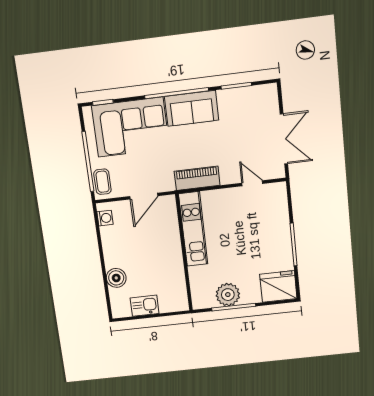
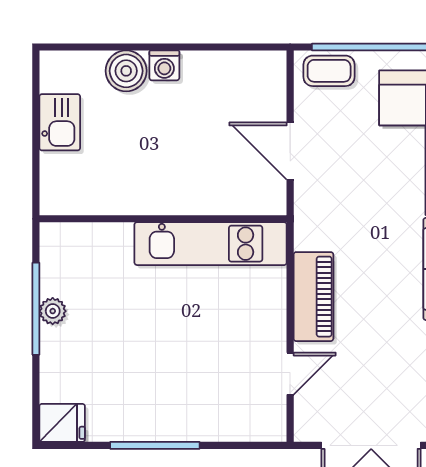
piano: (197, 178) -> (313, 297), moved
washing machine: (105, 218) -> (164, 65), moved
fridge: (278, 286) -> (62, 423), width x0.53, depth x0.75
plant: (228, 295) -> (53, 311), width x0.53, depth x0.53

